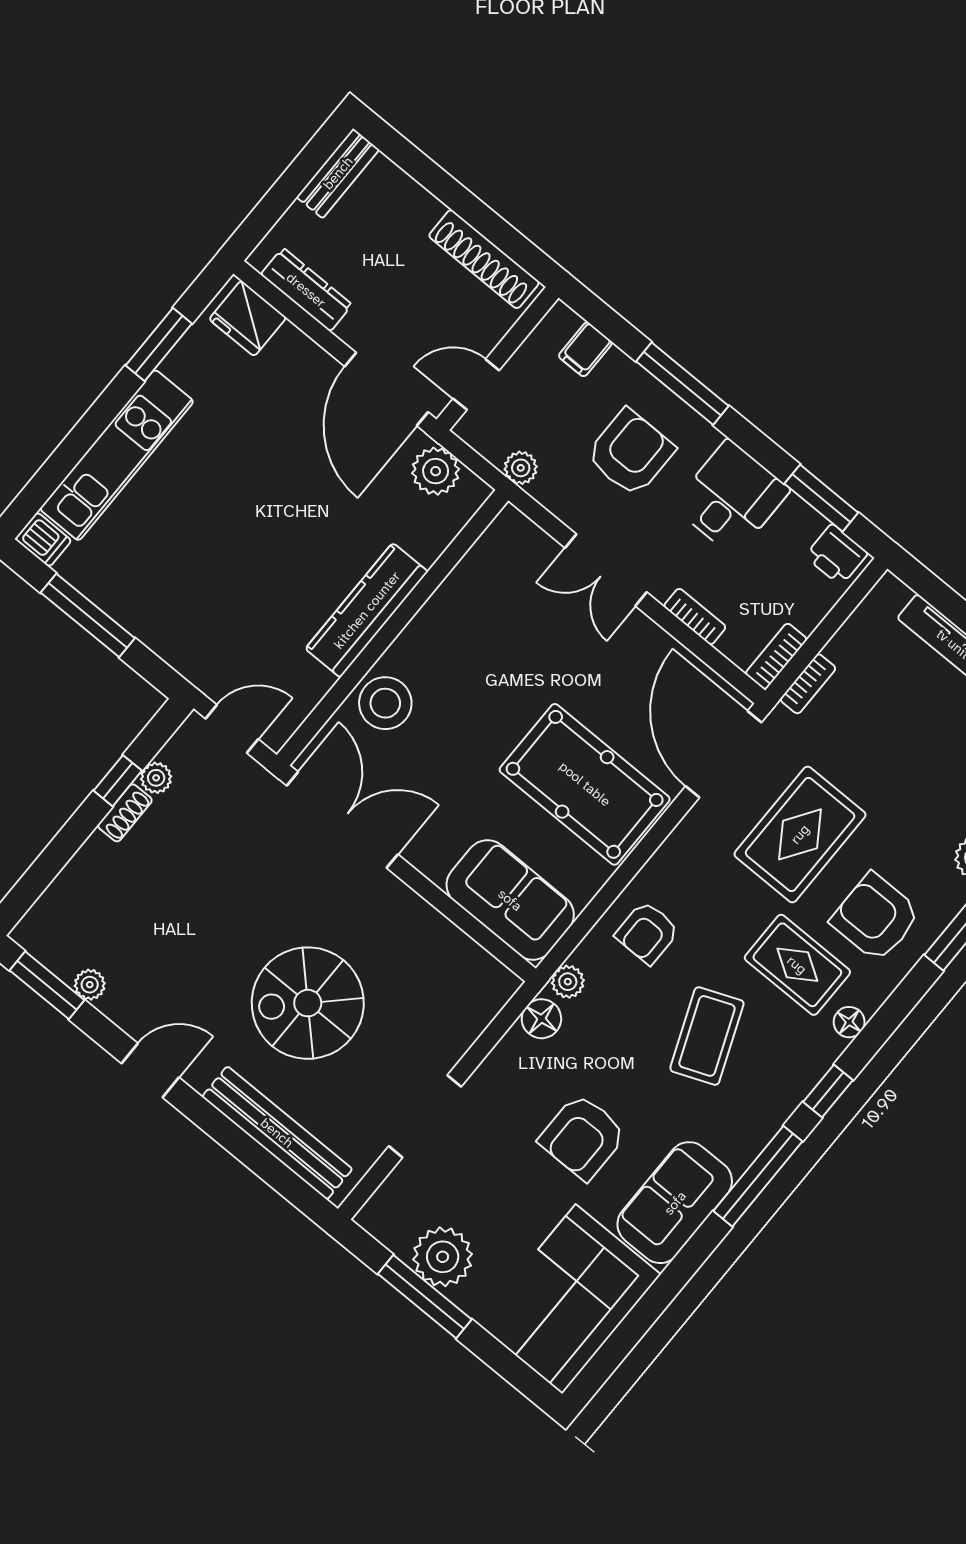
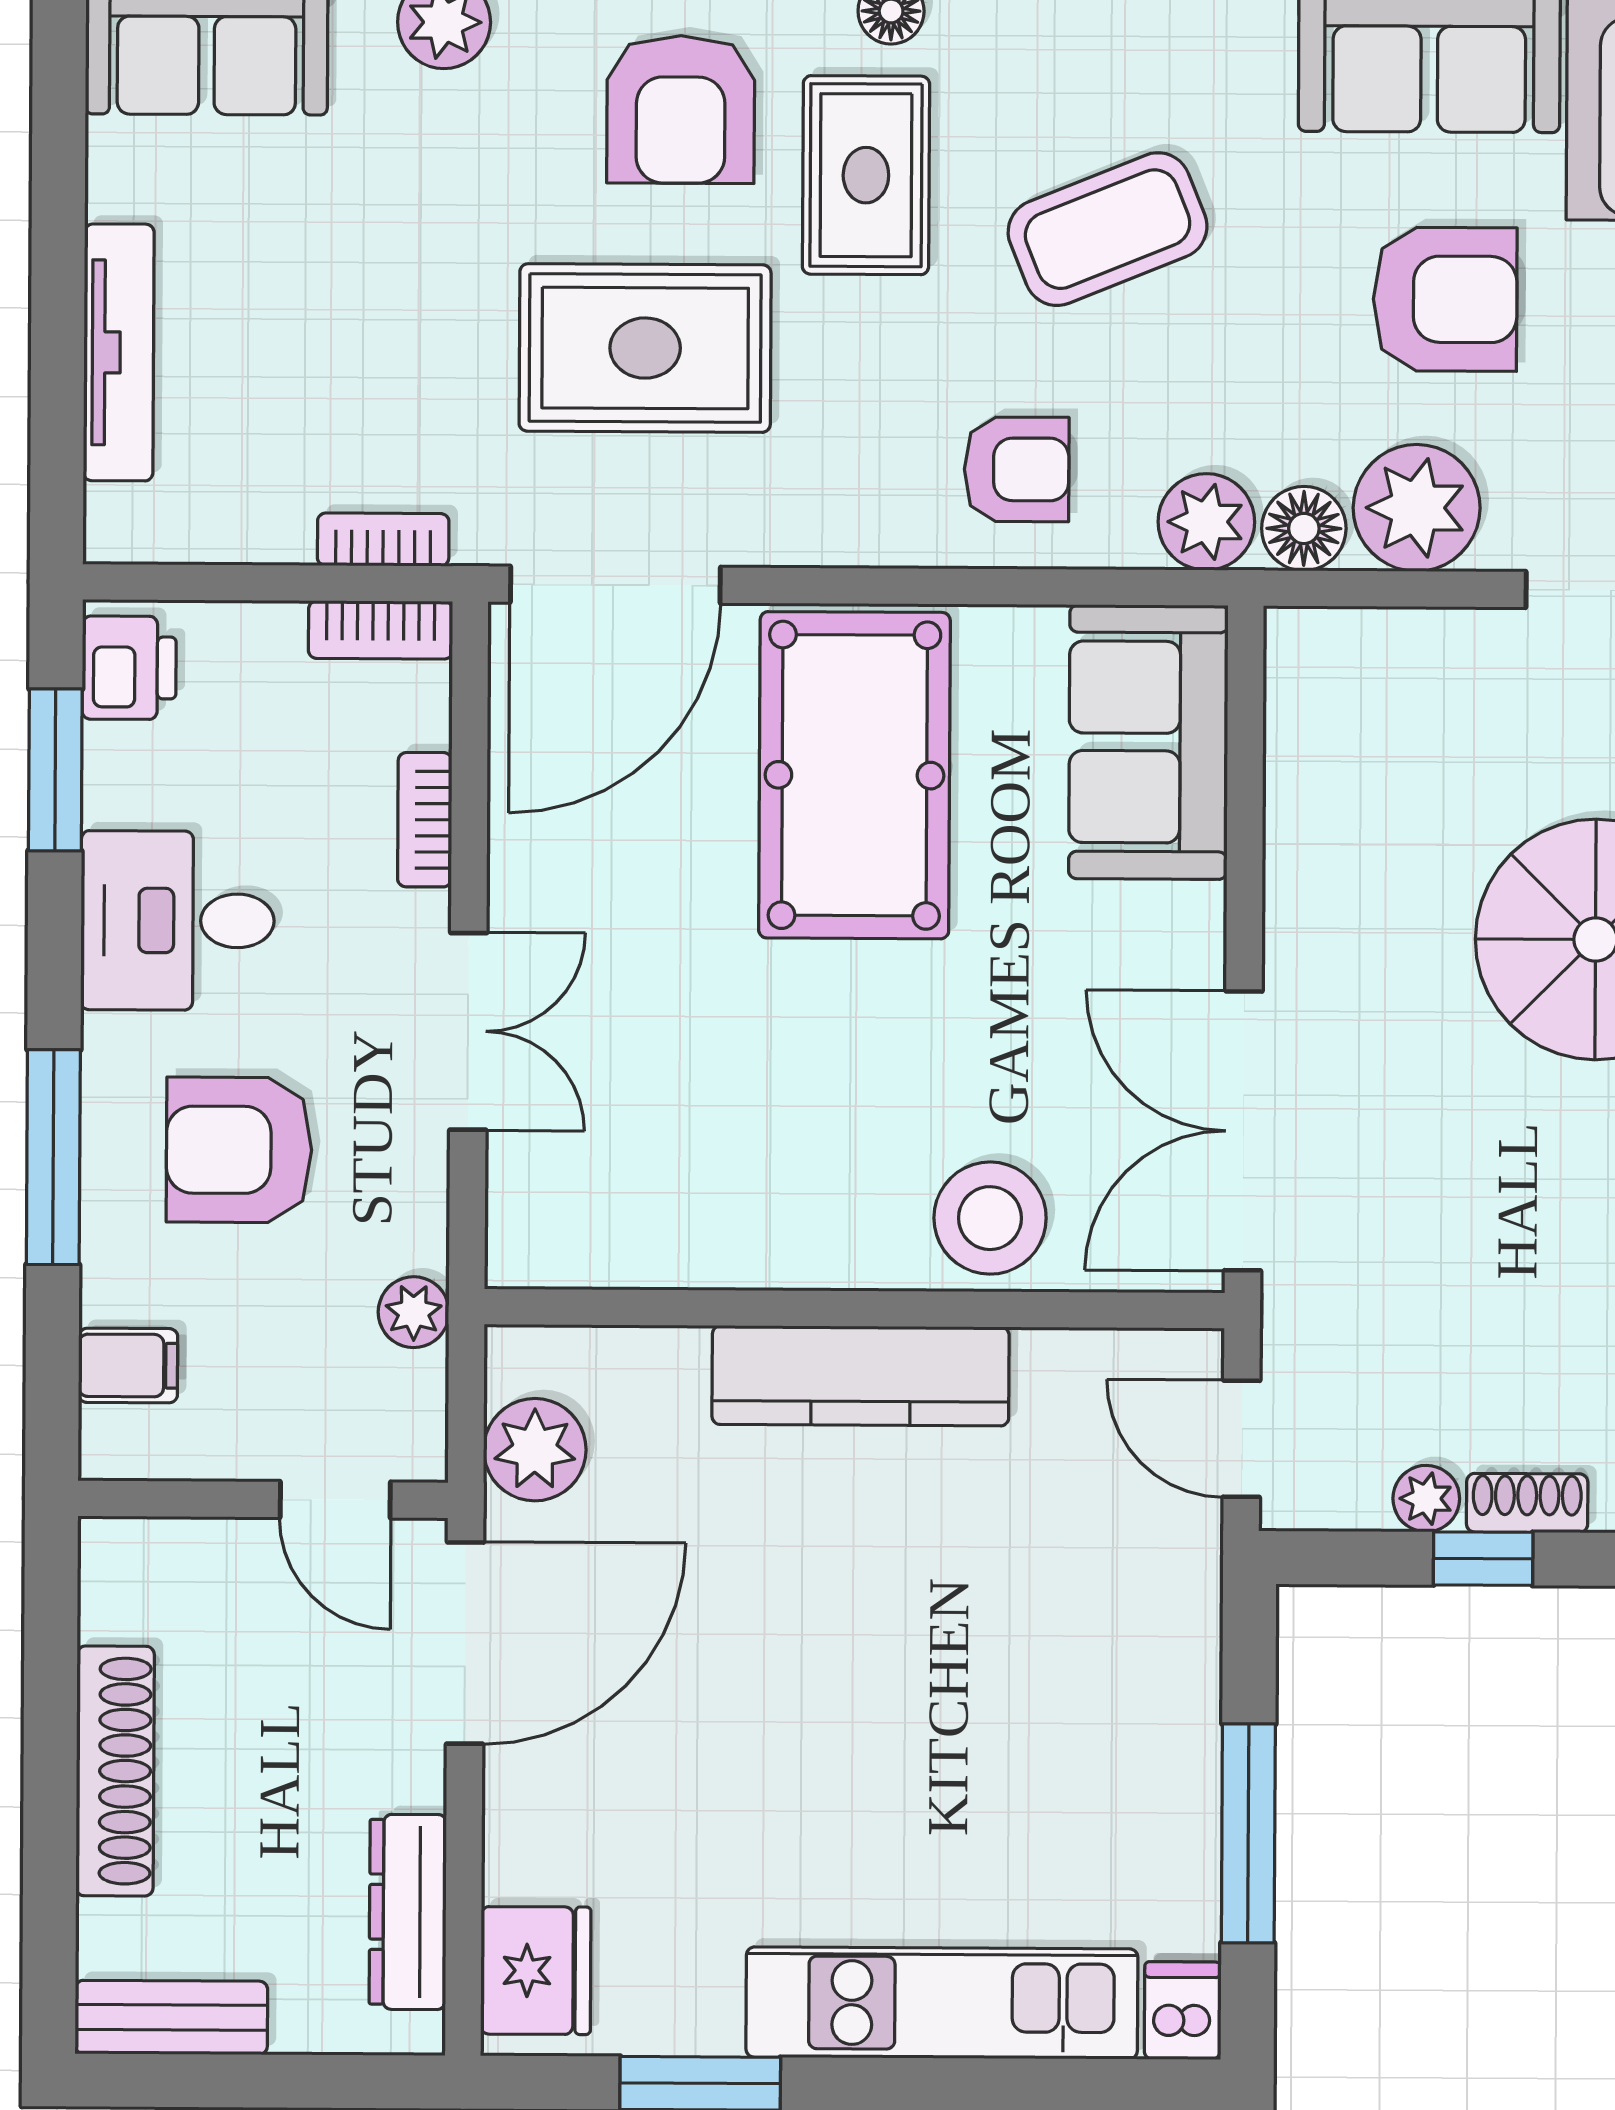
shoe rack: (484, 259) -> (115, 1771), moved
plant: (568, 982) -> (1206, 522), width x1.38, depth x1.38
plant: (516, 1065) -> (1417, 508), added

